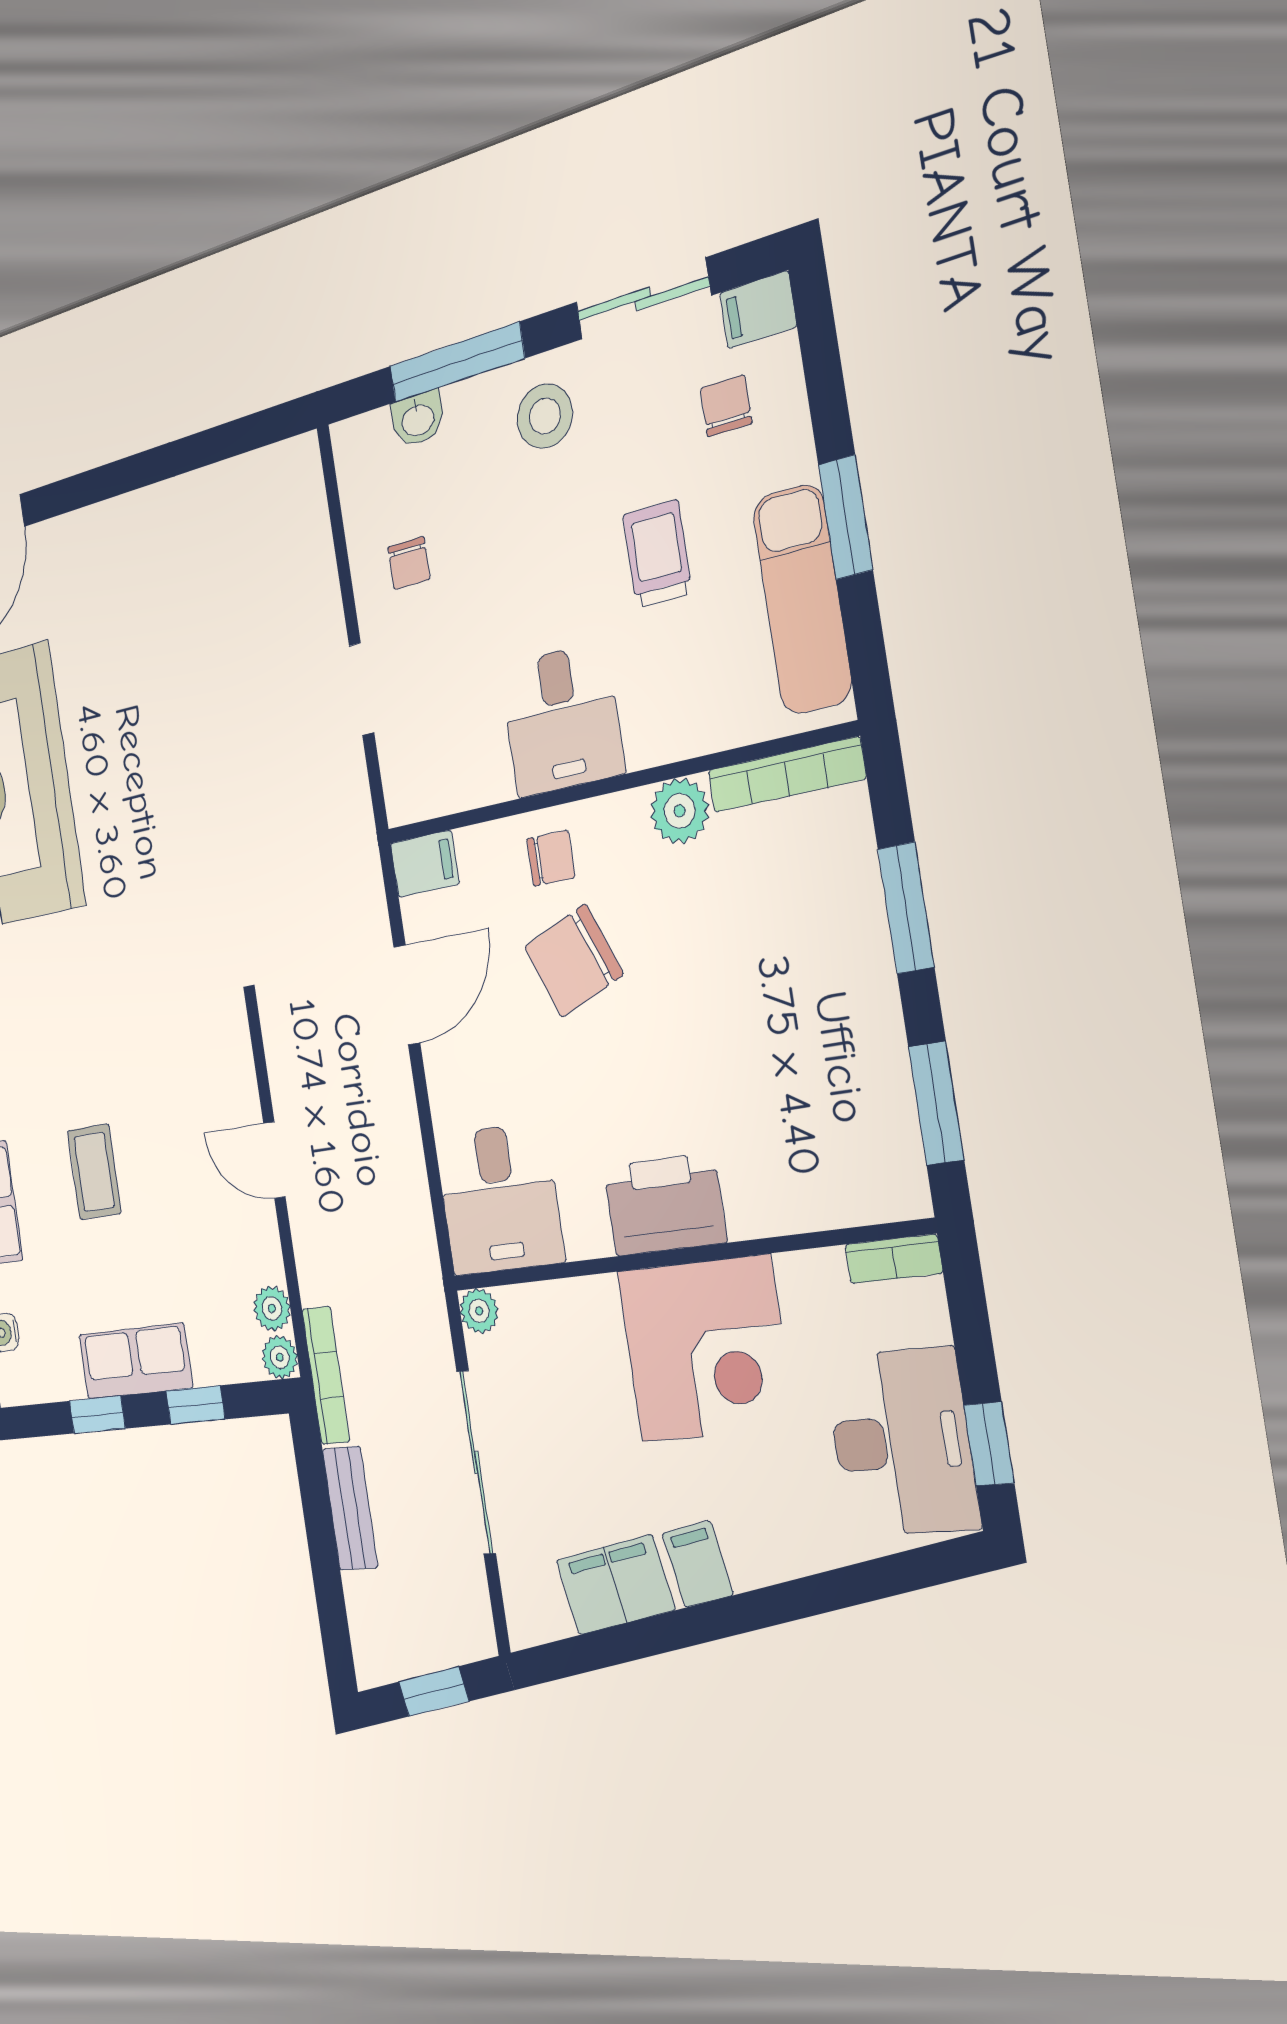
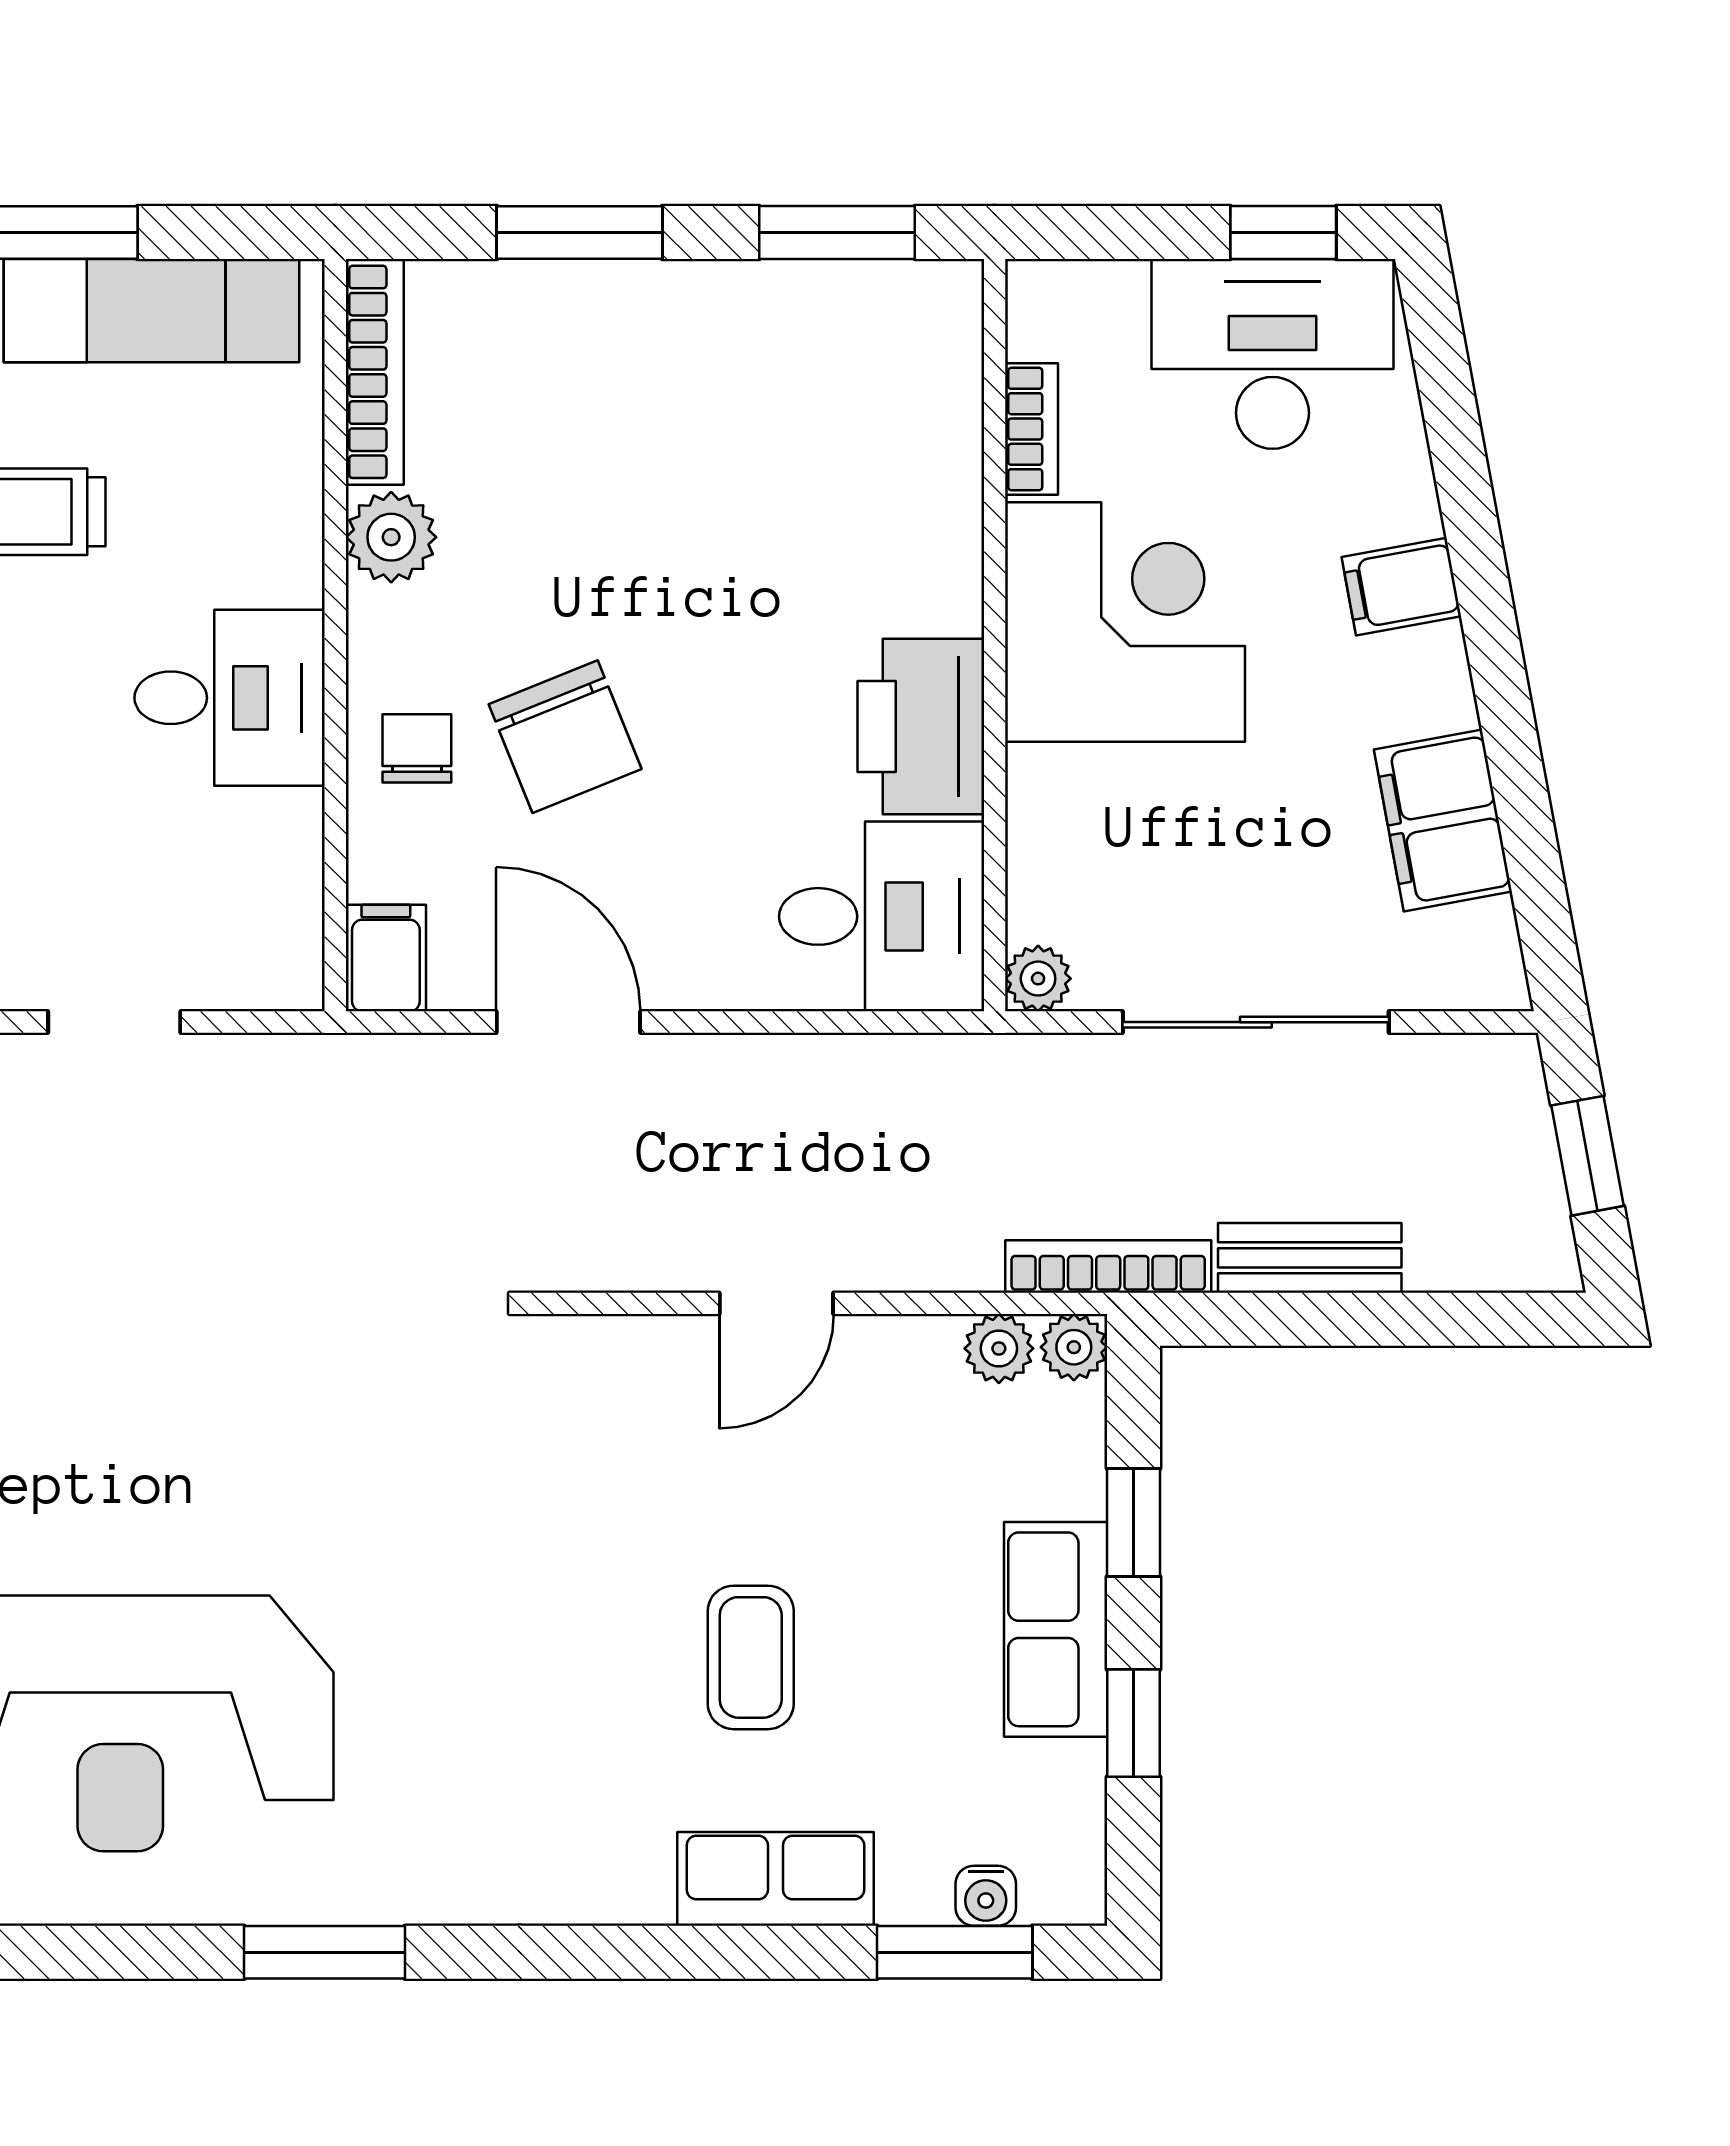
coffee table: (94, 1172) -> (751, 1657), turned 90
printer: (665, 1204) -> (921, 726), moved
bookcase: (894, 1259) -> (1032, 429), moved
filing cabinet: (698, 1564) -> (1401, 587), moved

